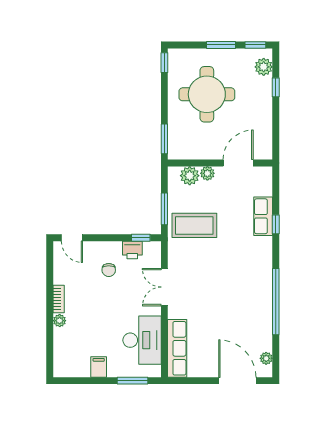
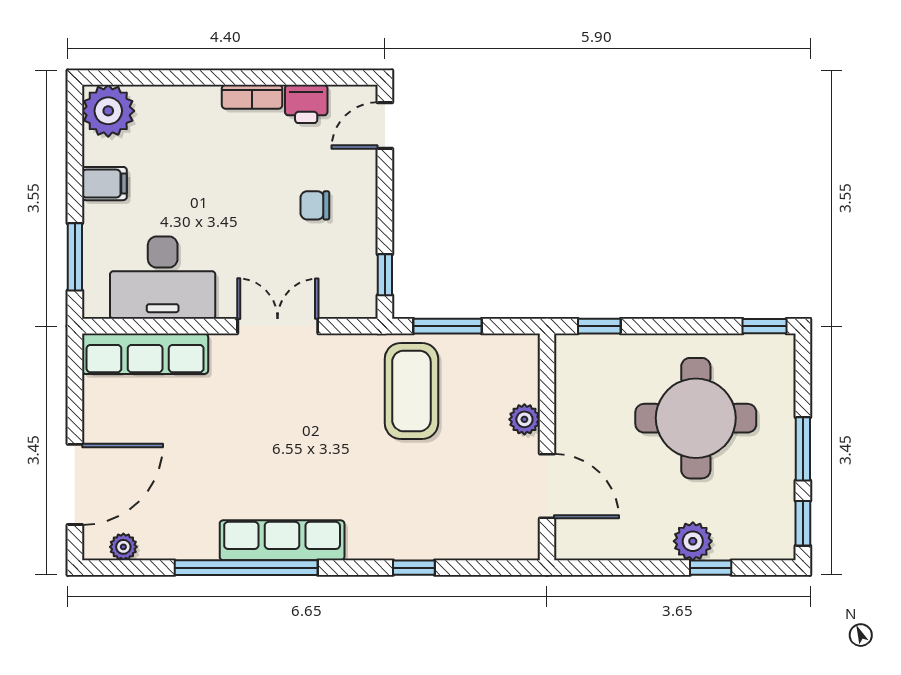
plant: (264, 67) -> (693, 541), moved
window: (164, 139) -> (599, 326), width x0.67
plant: (190, 176) -> (519, 381), removed
row of seats: (263, 216) -> (282, 540), moved, width x1.48
printer: (132, 250) -> (306, 104), moved, turned -90
plant: (60, 321) -> (108, 111), moved, width x1.88, depth x1.88

